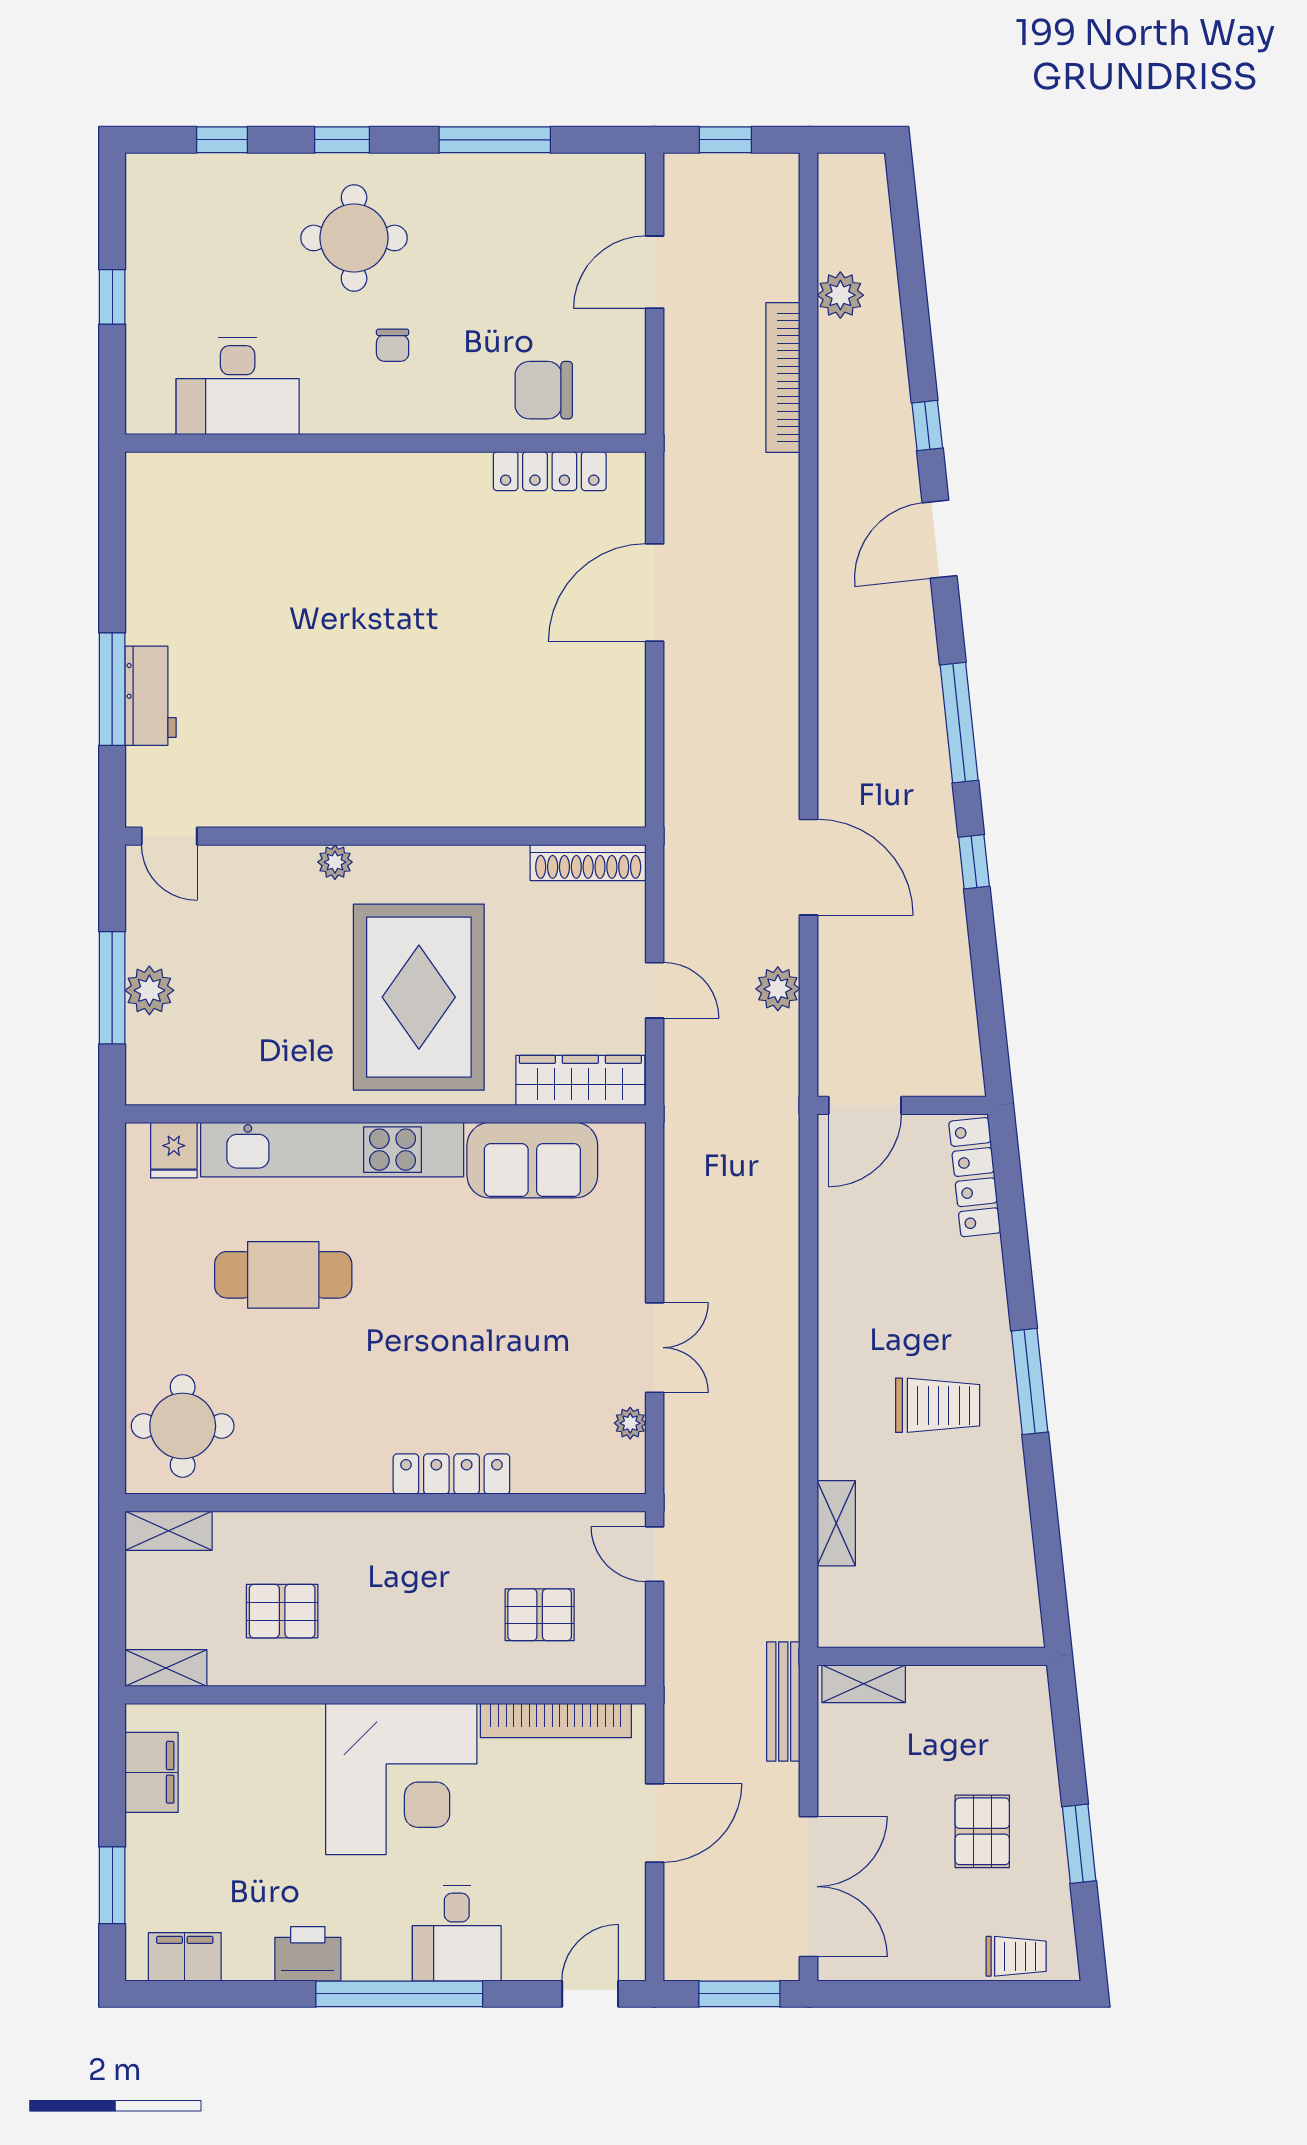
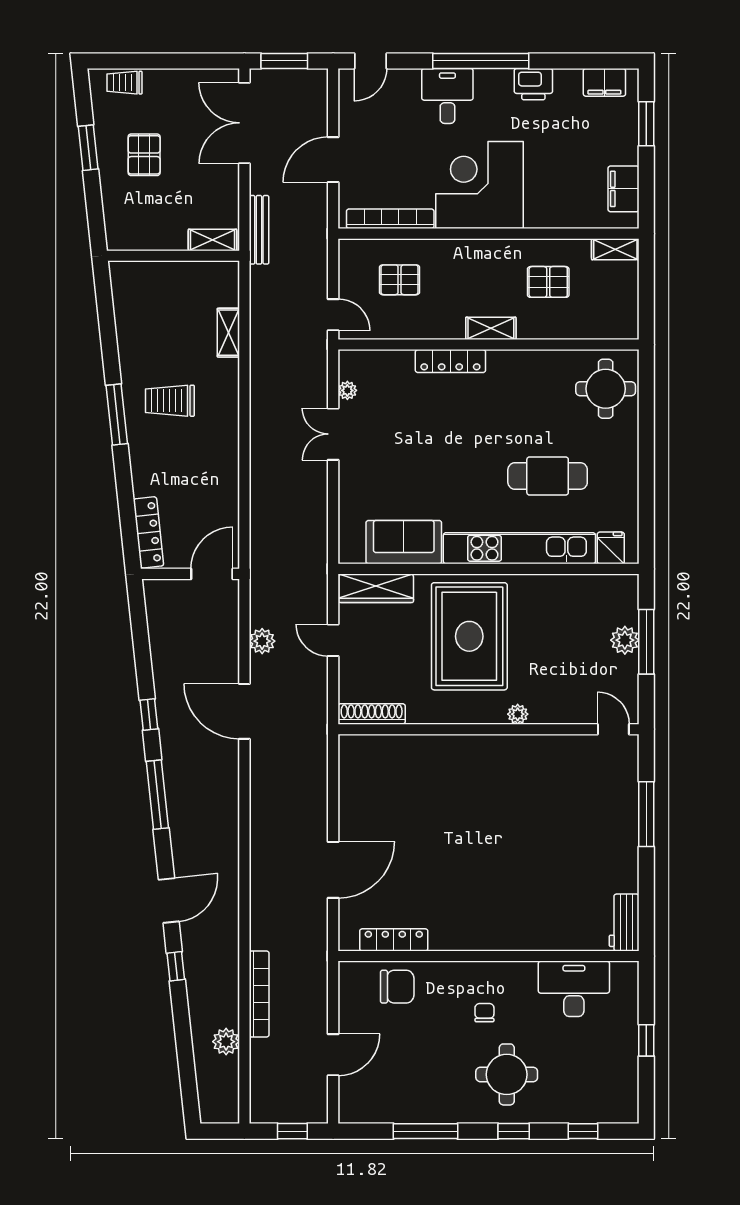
workbench: (151, 696) -> (624, 923), moved
shelving: (169, 1531) -> (491, 328), moved

